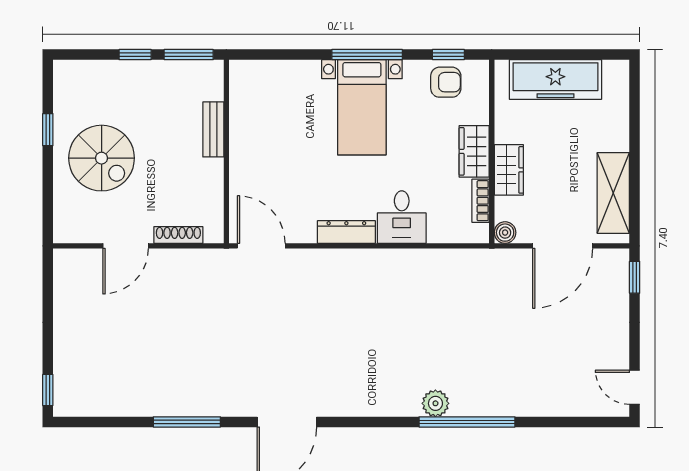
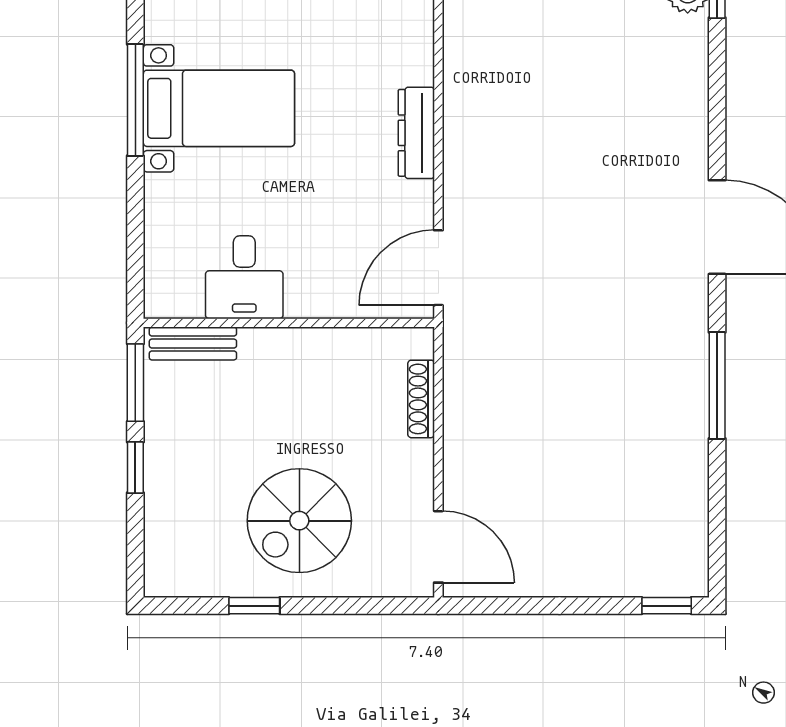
bench: (213, 129) -> (193, 344), moved
spiral stairs: (102, 158) -> (299, 521), turned 180
desk: (402, 217) -> (244, 277), moved, turned 90
door: (126, 246) -> (438, 547), moved

